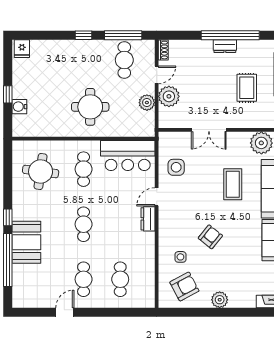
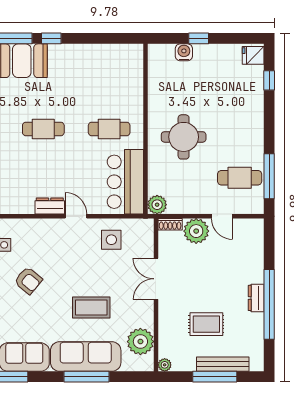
window: (83, 35) -> (269, 80), moved
shoe rack: (163, 50) -> (170, 224), moved
plant: (147, 103) -> (157, 205), moved
round table: (41, 171) -> (106, 78), removed

